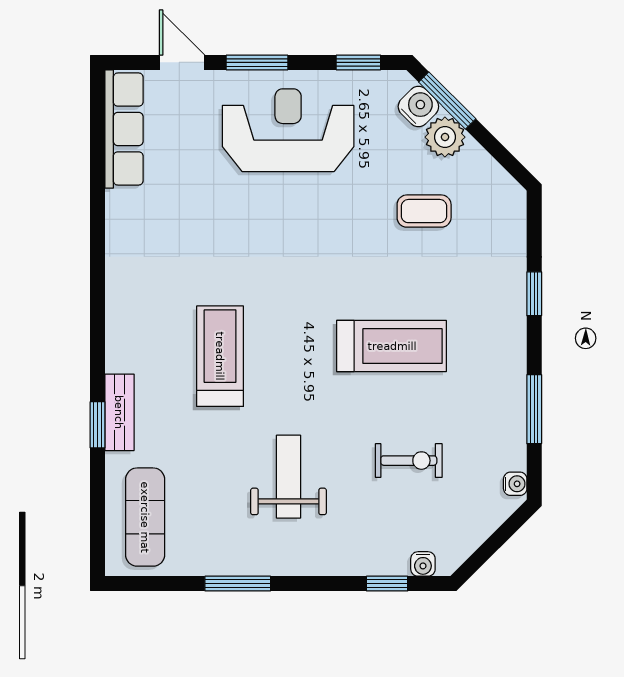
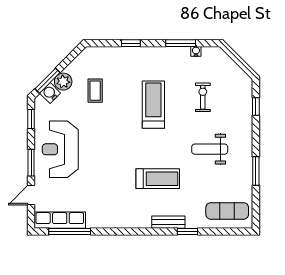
window: (98, 152) -> (70, 232), added
treadmill: (220, 356) -> (158, 179), turned 180
bench: (119, 412) -> (168, 222), moved
water cooler: (515, 484) -> (196, 51), moved
water cooler: (423, 564) -> (247, 91), removed

